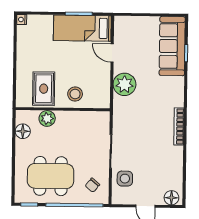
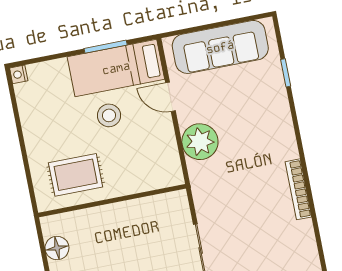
sofa: (172, 46) -> (220, 47), moved, turned -90
rug: (44, 89) -> (76, 175), turned 90
stool: (75, 94) -> (109, 115), moved
plant: (47, 118) -> (91, 220), removed

